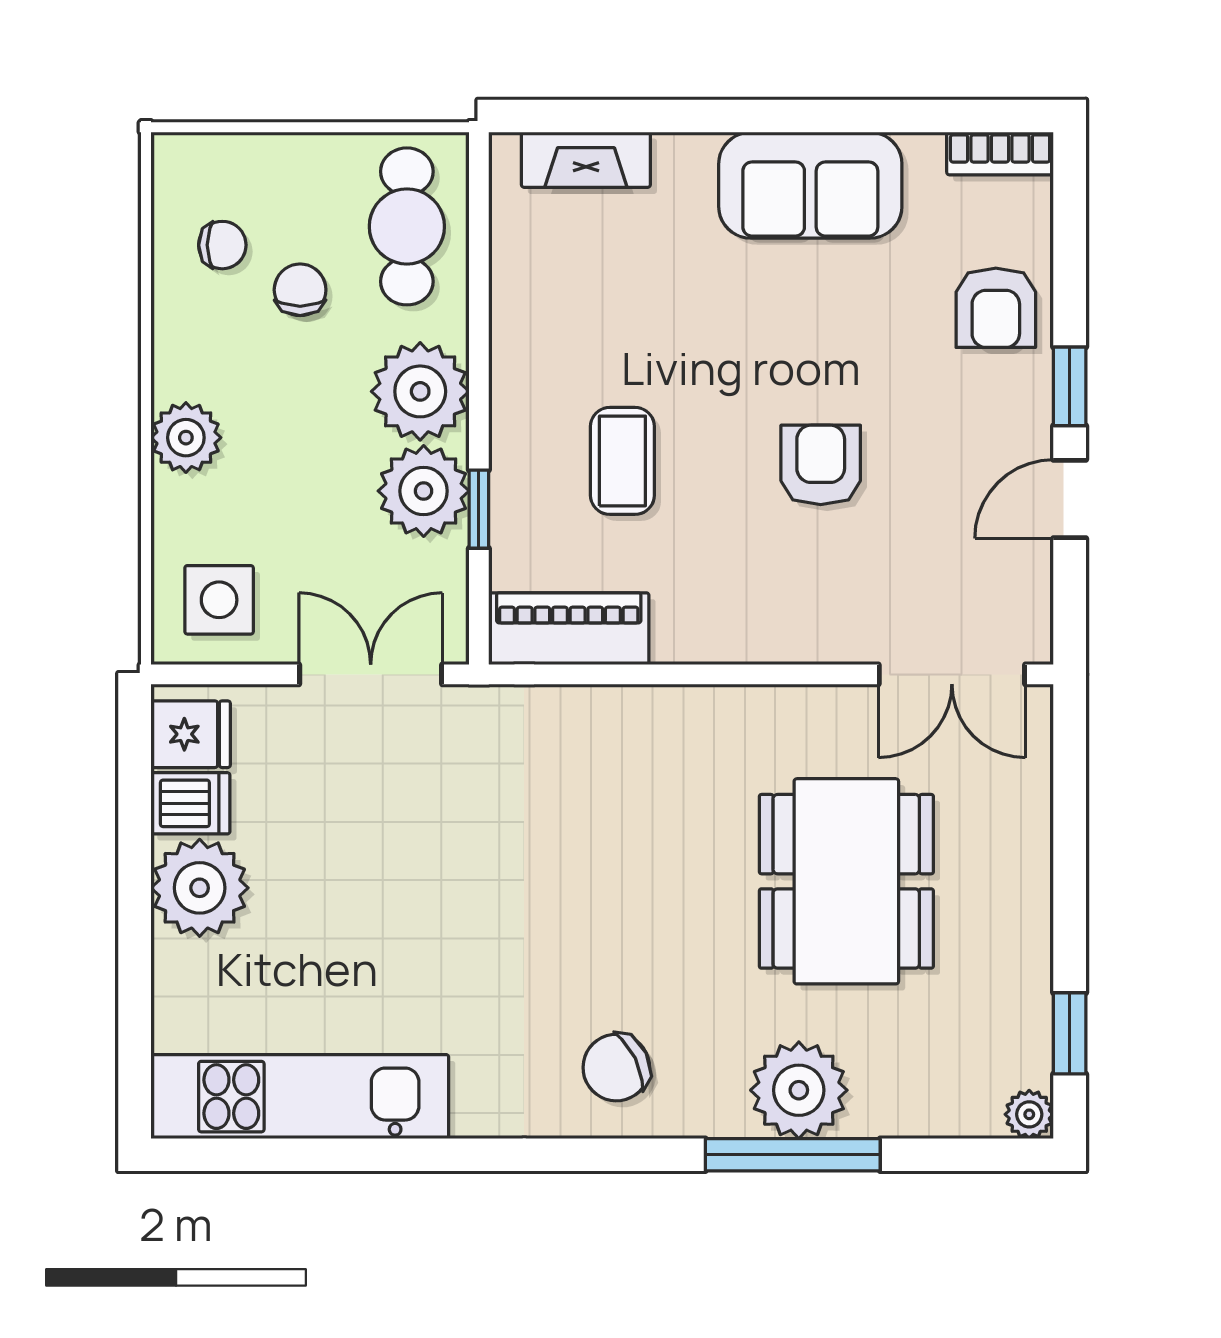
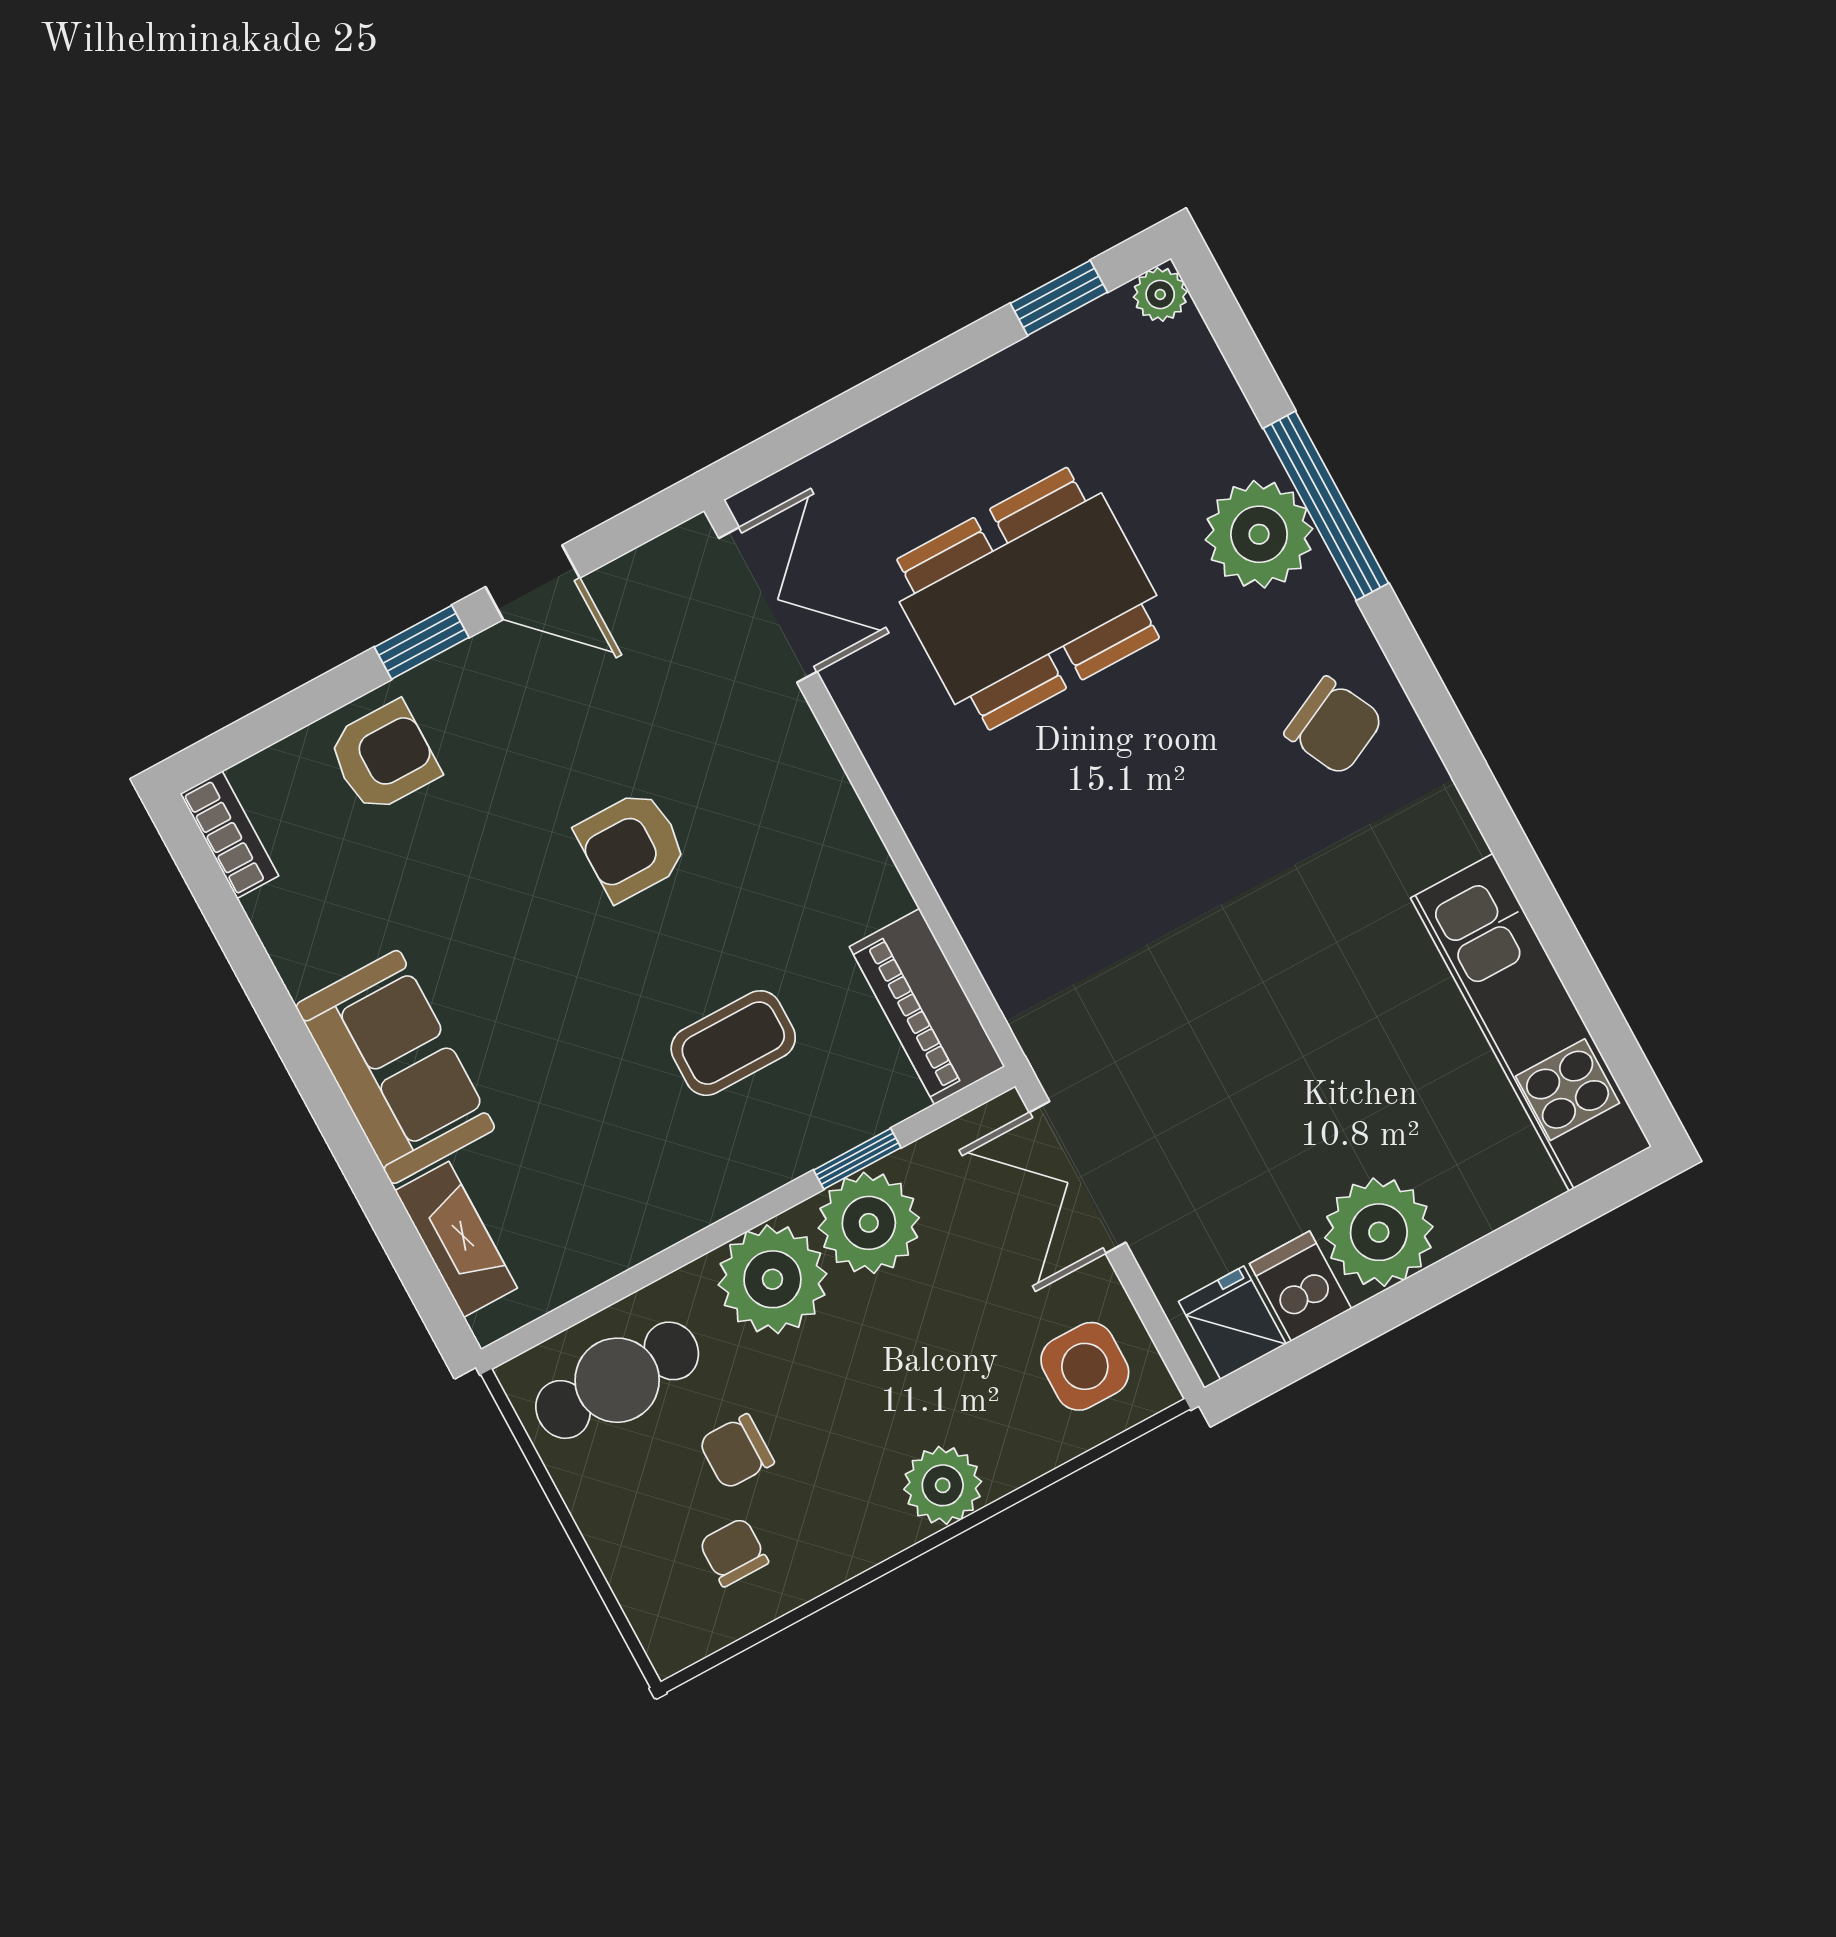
sofa: (810, 185) -> (395, 1067), moved

